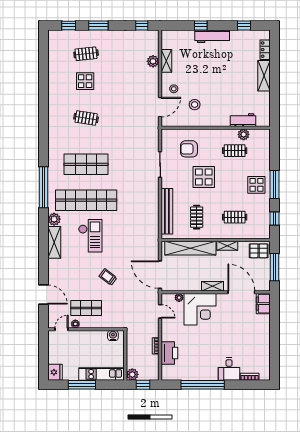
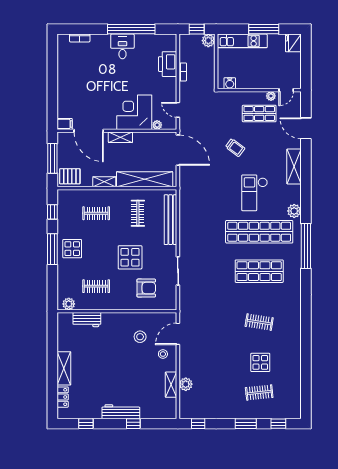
plant: (244, 134) -> (69, 304), moved
shelving: (54, 242) -> (294, 166), moved
filing cabinet: (263, 304) -> (65, 124), width x0.50
desk: (229, 369) -> (122, 46), moved

